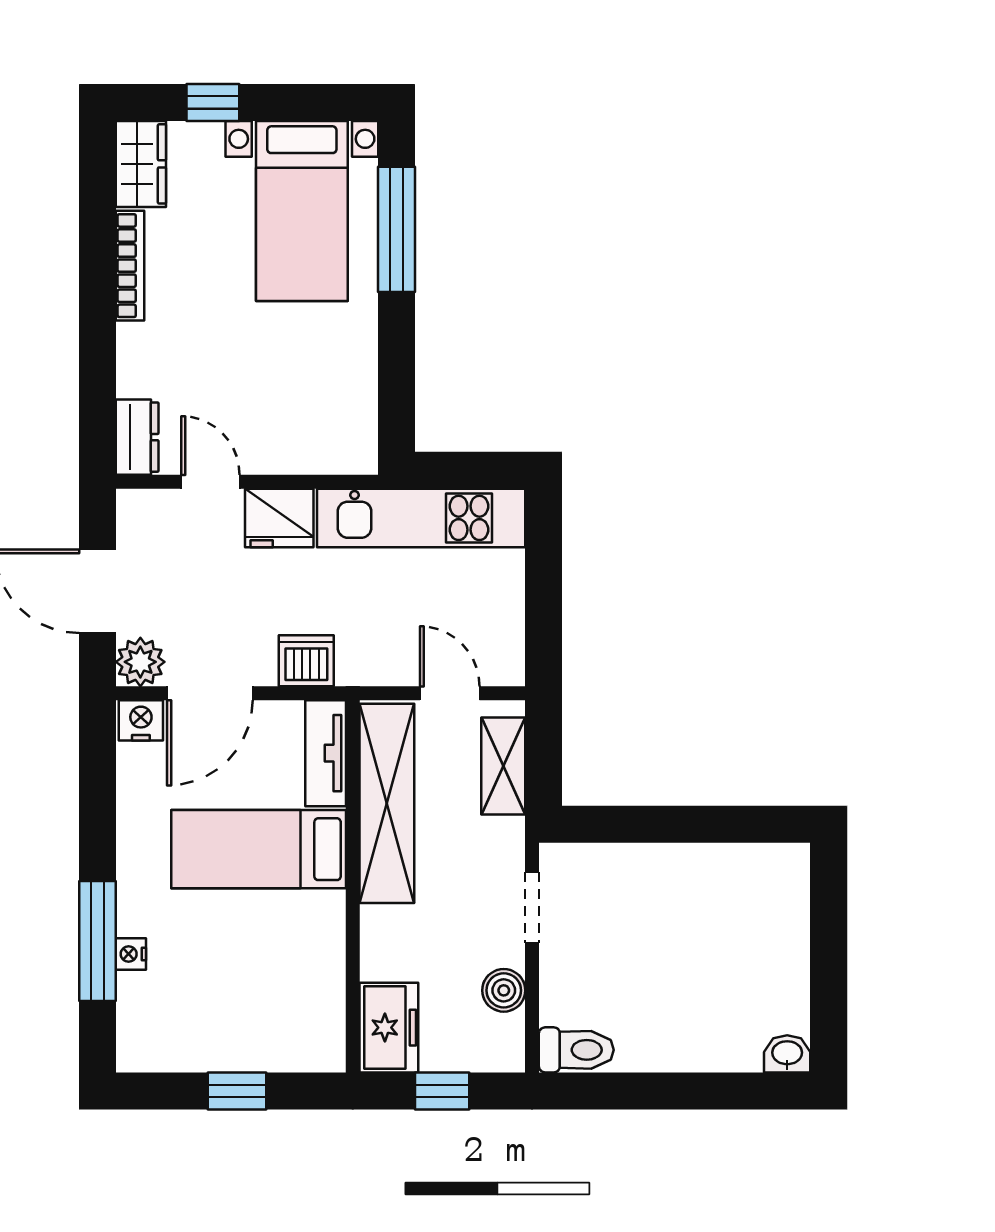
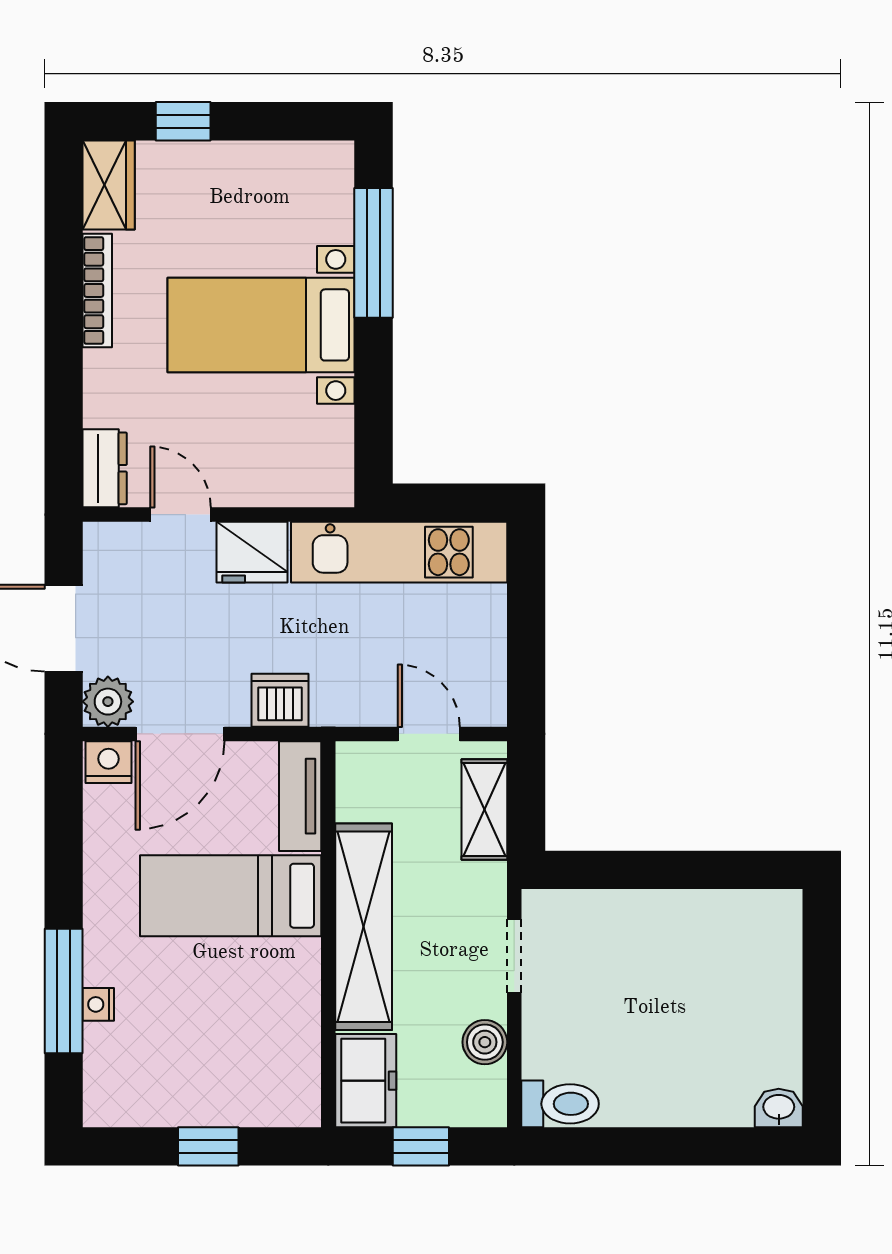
bed with nightstands: (302, 211) -> (261, 325), moved, turned 90
shelving: (387, 803) -> (364, 927), moved

